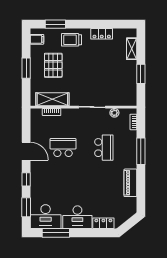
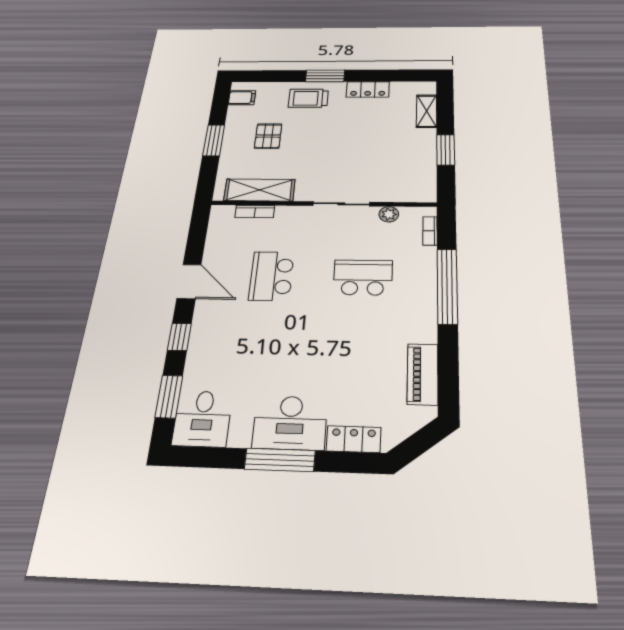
window: (55, 24) -> (325, 76), moved
pallet: (53, 65) -> (268, 136), width x0.67, depth x0.71
school desk: (63, 148) -> (271, 276), turned -90
school desk: (104, 148) -> (363, 277), turned -90
window: (141, 151) -> (447, 286), width x1.46
piano: (130, 183) -> (423, 374), moved
desk: (46, 217) -> (202, 419), width x0.73
window: (56, 233) -> (280, 460), moved

